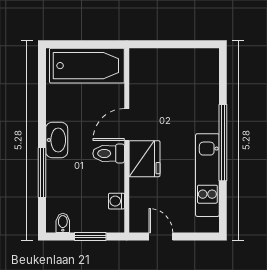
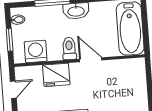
fridge: (144, 159) -> (56, 75), moved
washing machine: (116, 201) -> (36, 51), width x1.89, depth x1.89

